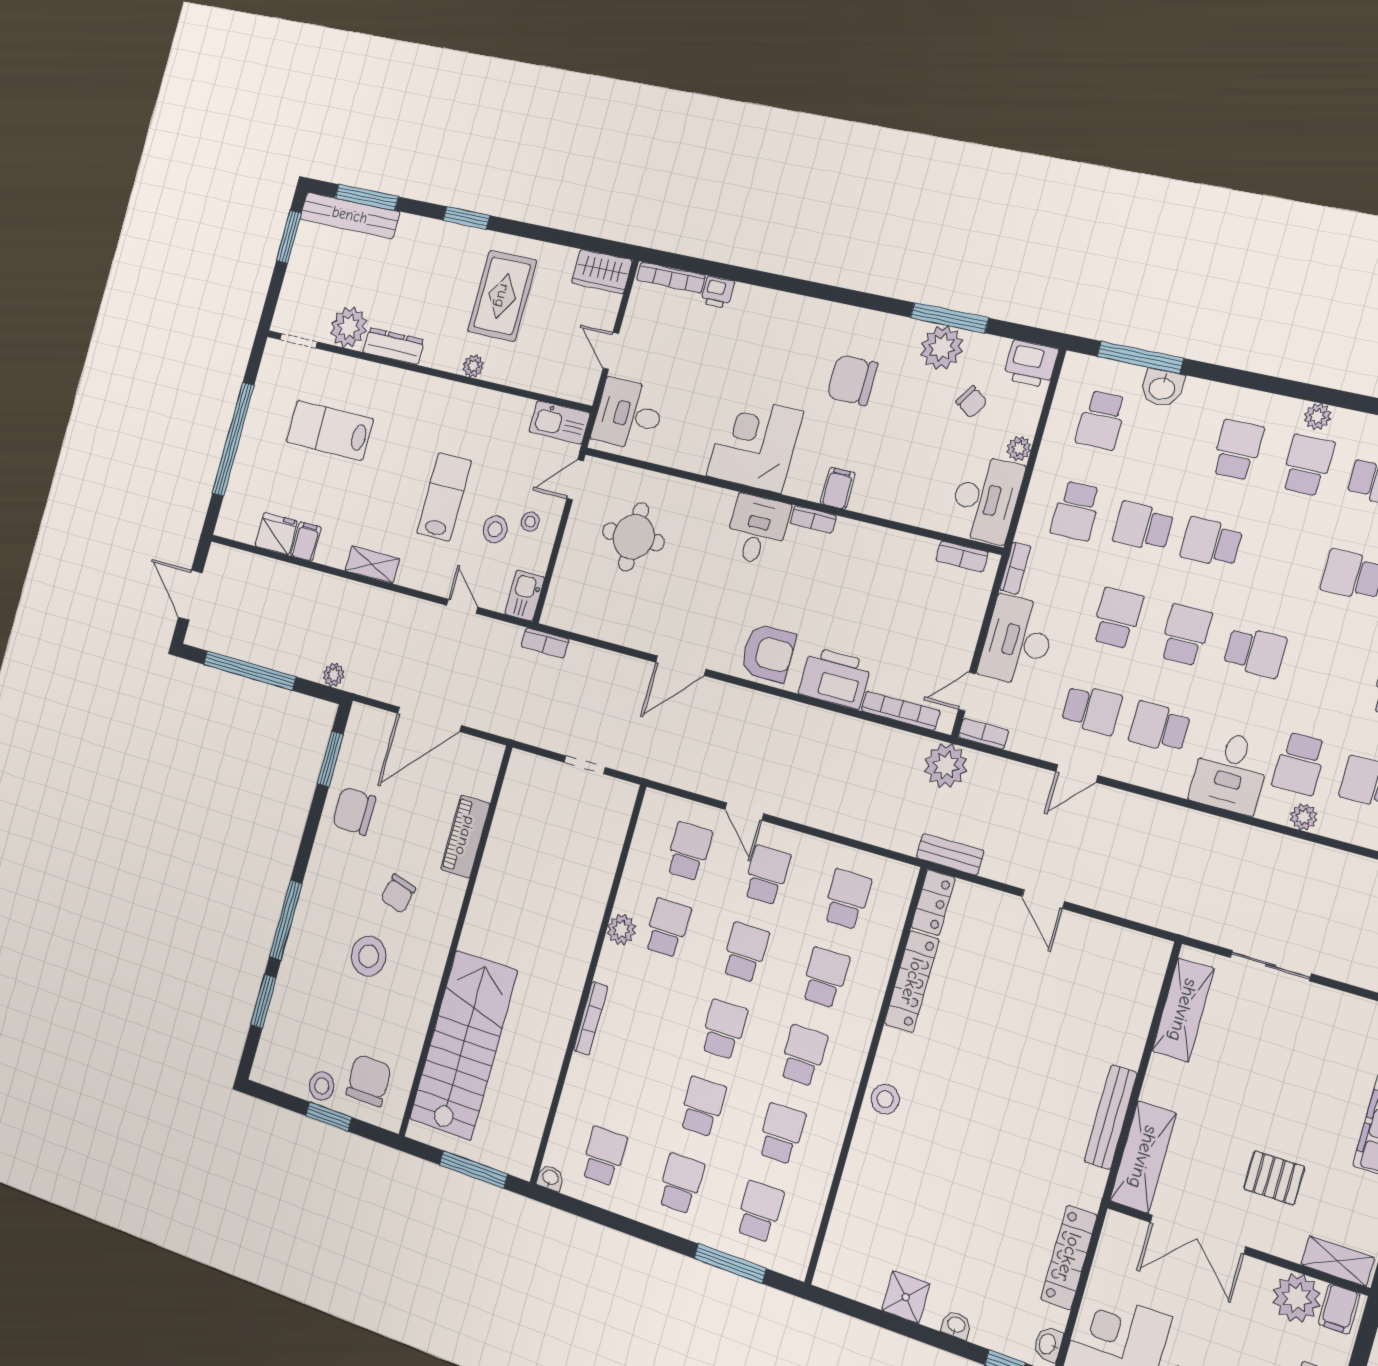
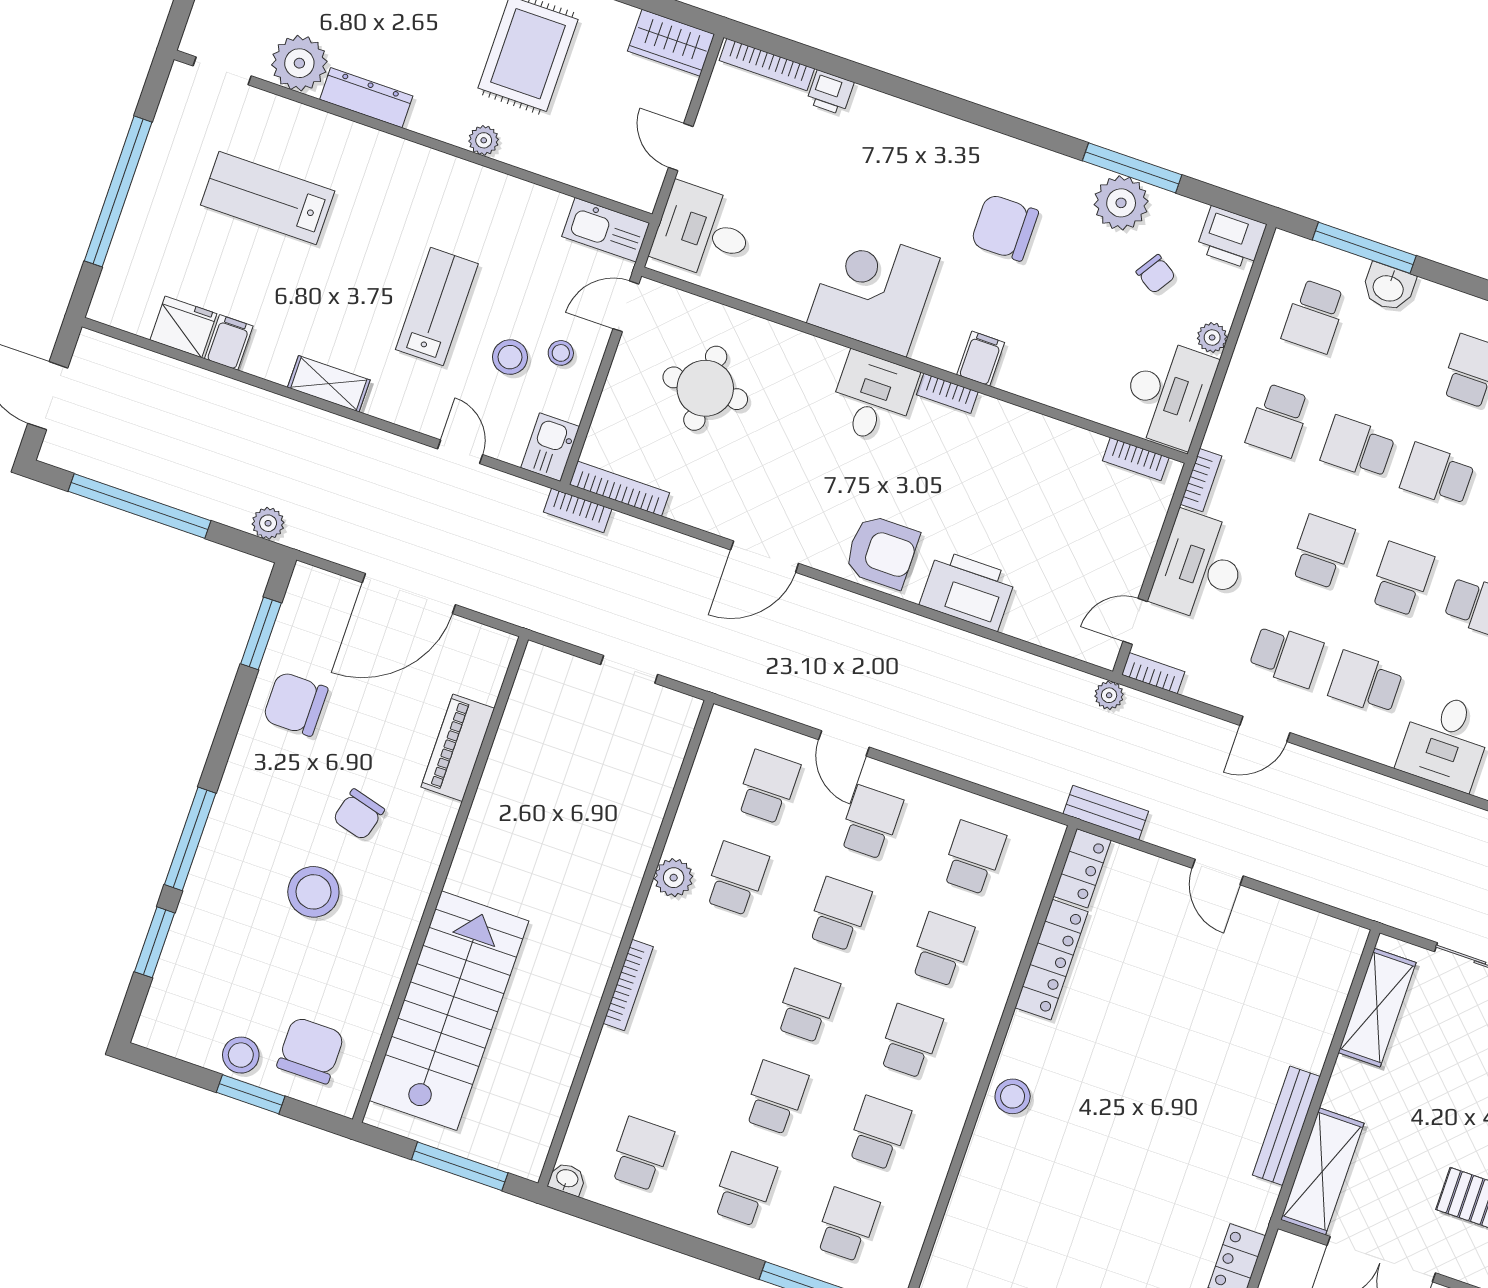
bookcase: (900, 711) -> (619, 489), moved
plant: (946, 765) -> (1109, 695), width x0.53, depth x0.53

